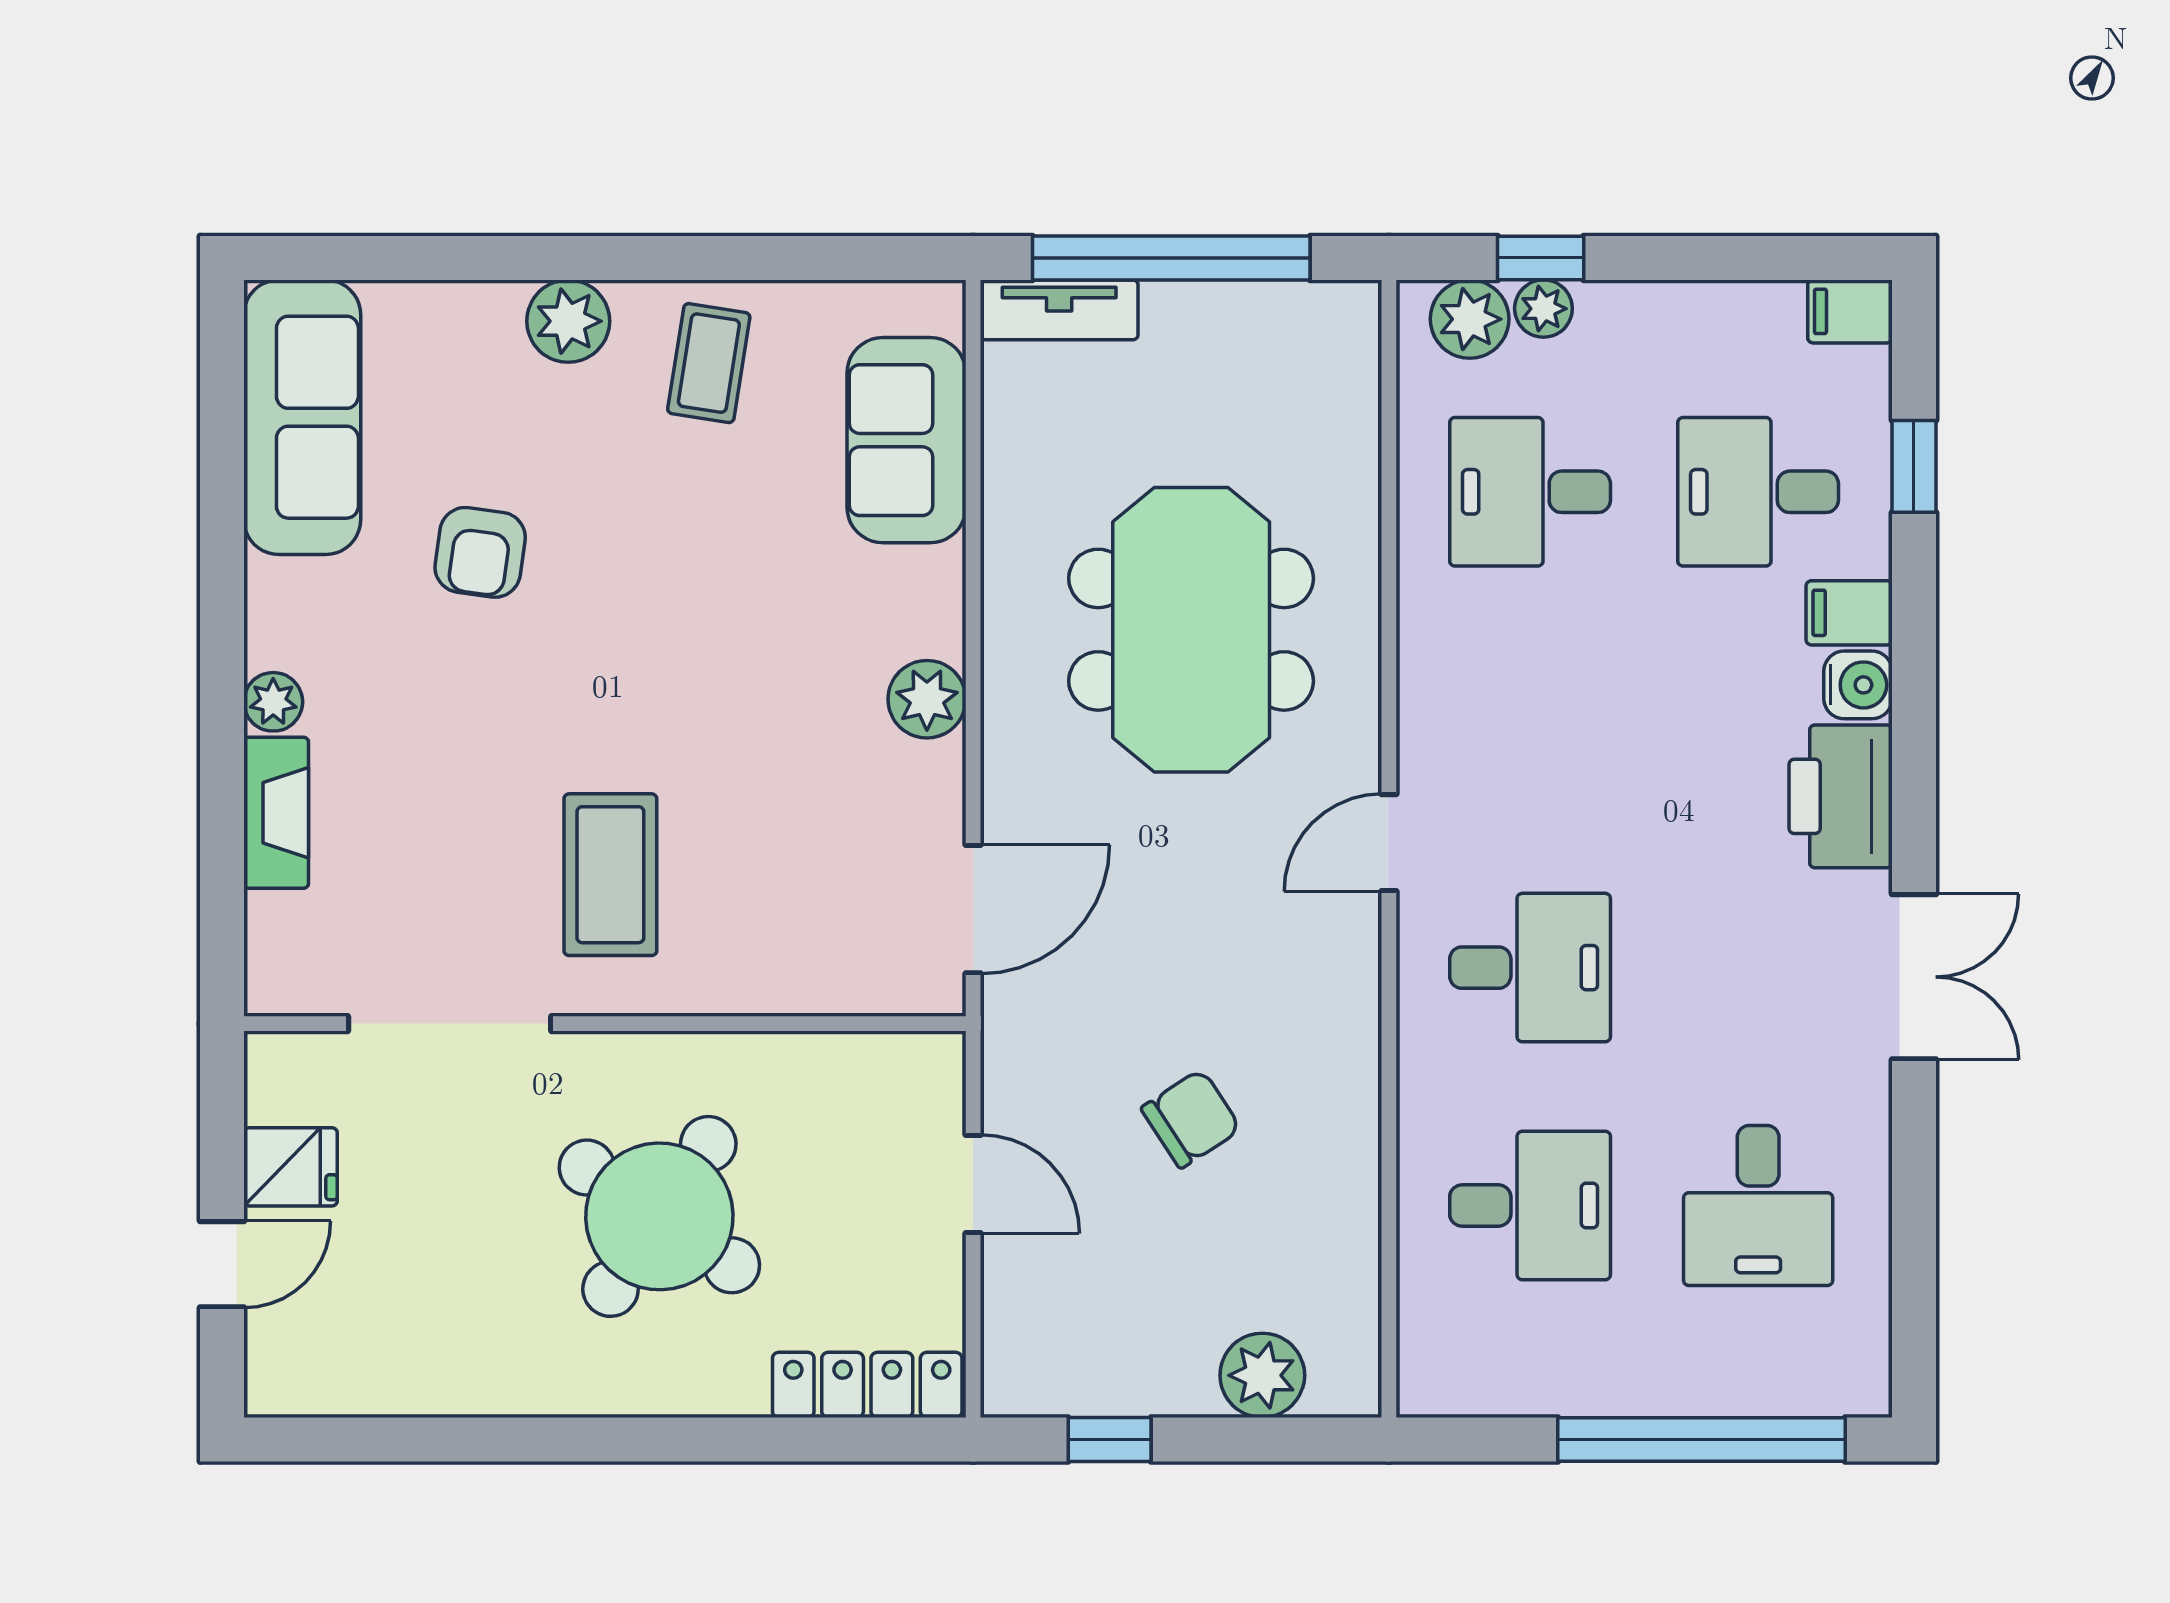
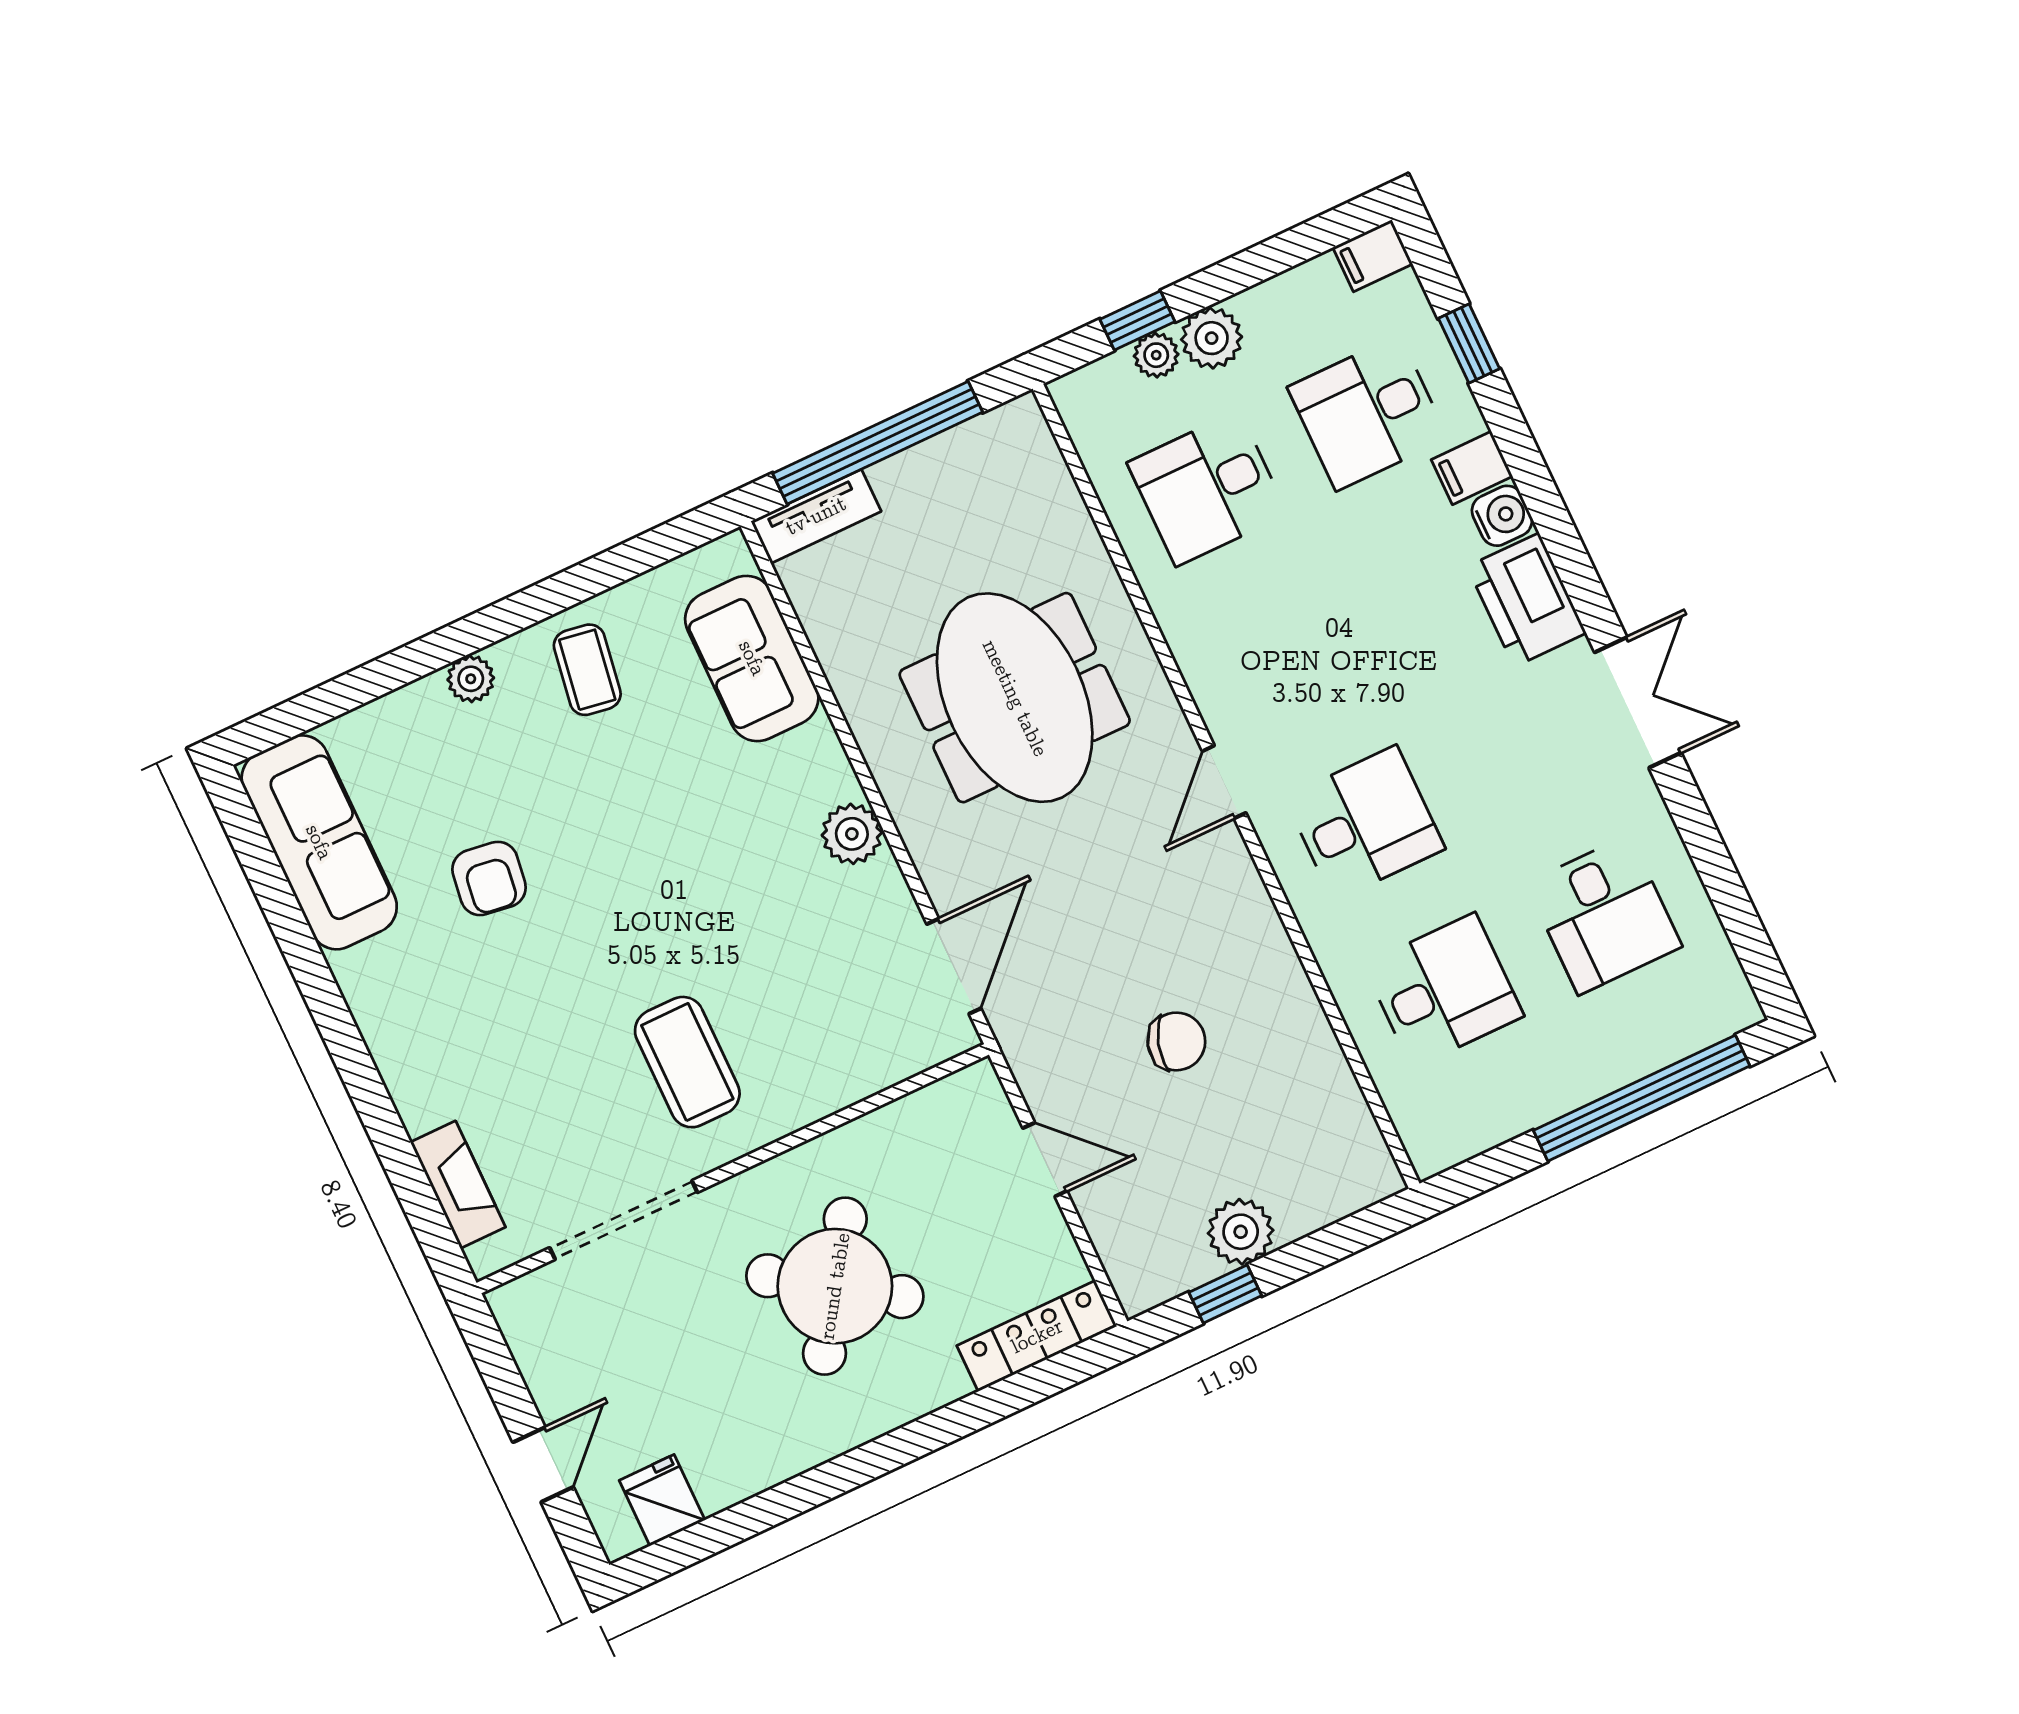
plant: (1470, 319) -> (1212, 338), moved
plant: (568, 321) -> (471, 679), width x0.73, depth x0.73
plant: (273, 702) -> (393, 1052), removed
fireplace: (276, 813) -> (458, 1185), moved
chair: (1191, 1119) -> (1176, 1041), turned 50
fridge: (291, 1167) -> (662, 1500), moved, turned -90
plant: (1262, 1375) -> (1241, 1232), moved

